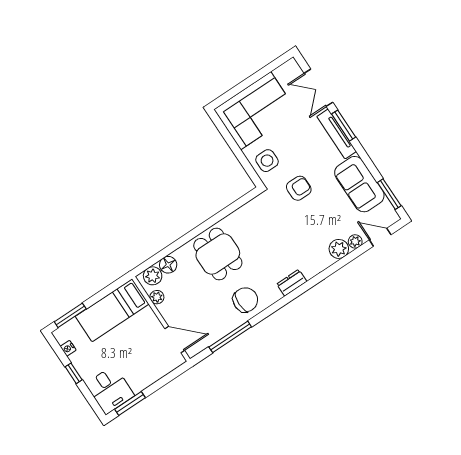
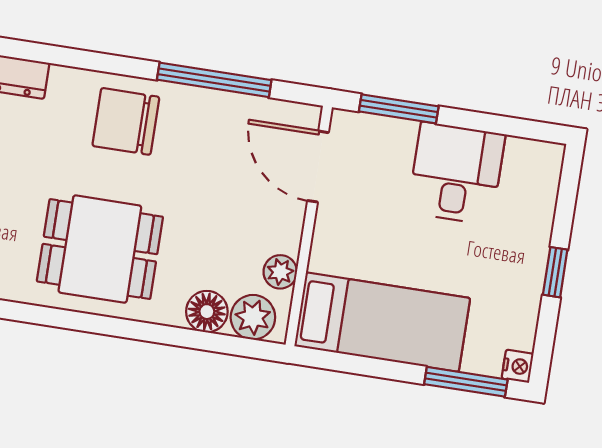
dining table: (218, 254) -> (100, 249), turned 90
nightstand: (68, 348) -> (518, 366), moved
desk: (110, 390) -> (456, 173), moved
window: (130, 403) -> (399, 109), moved

